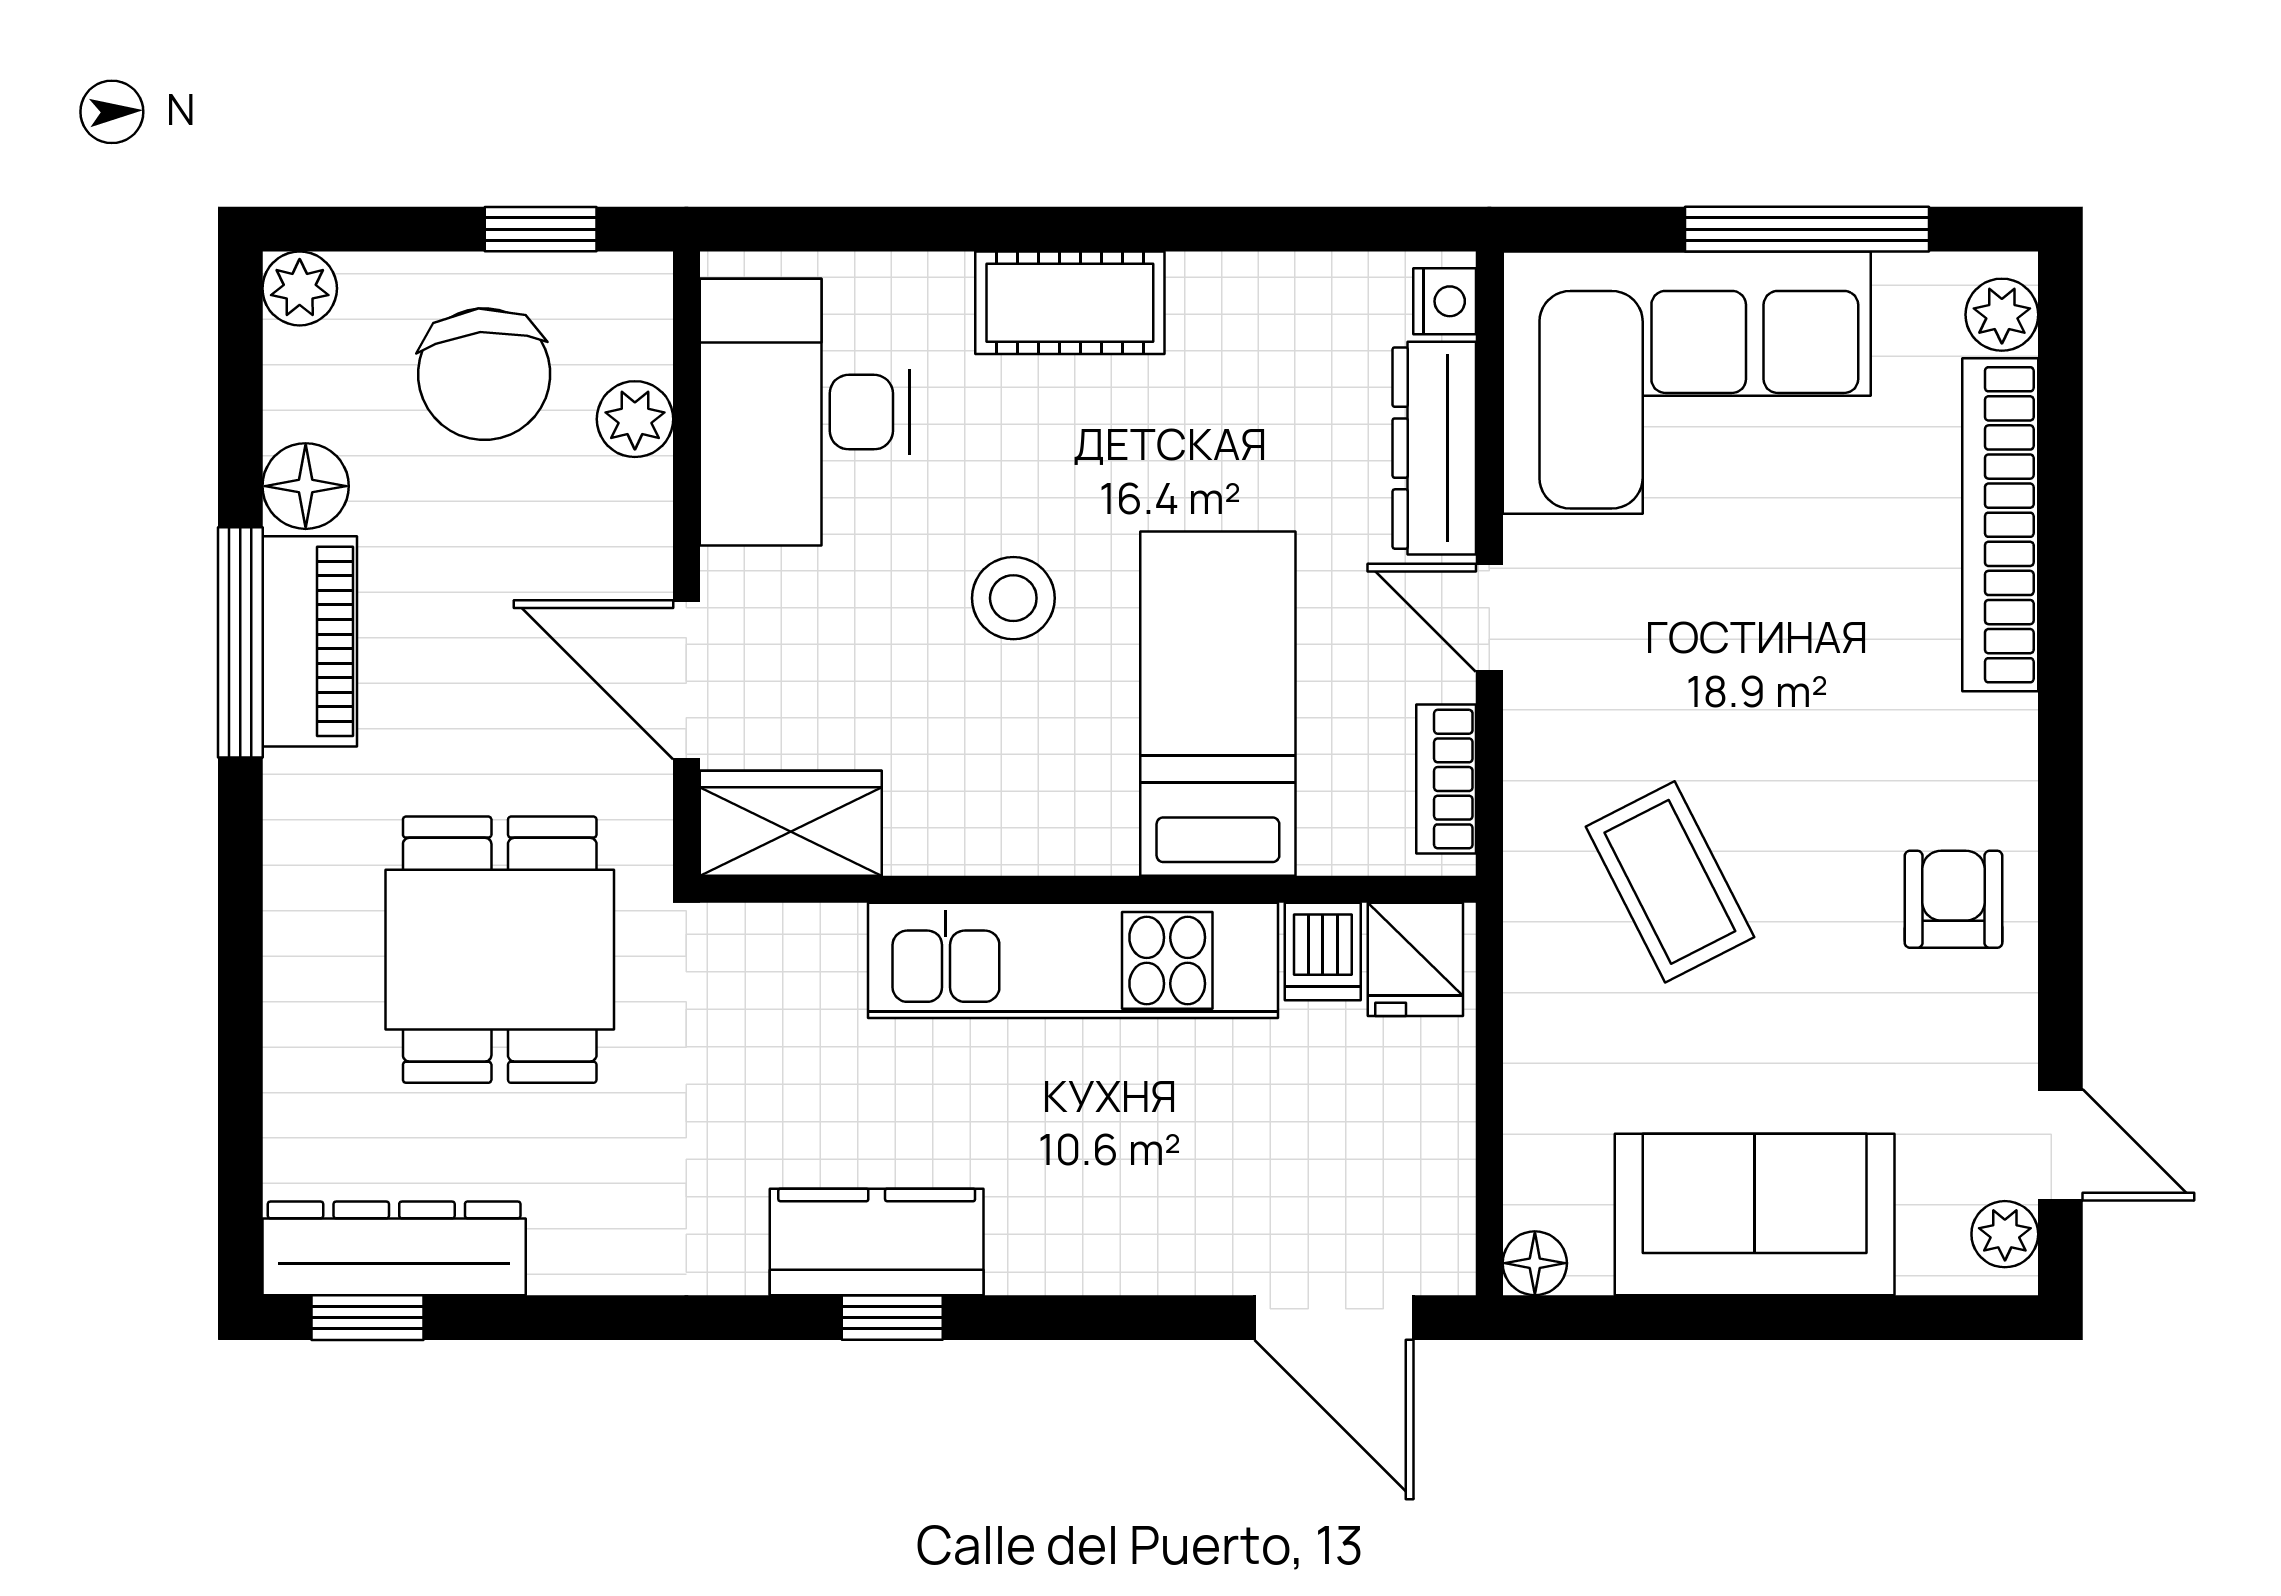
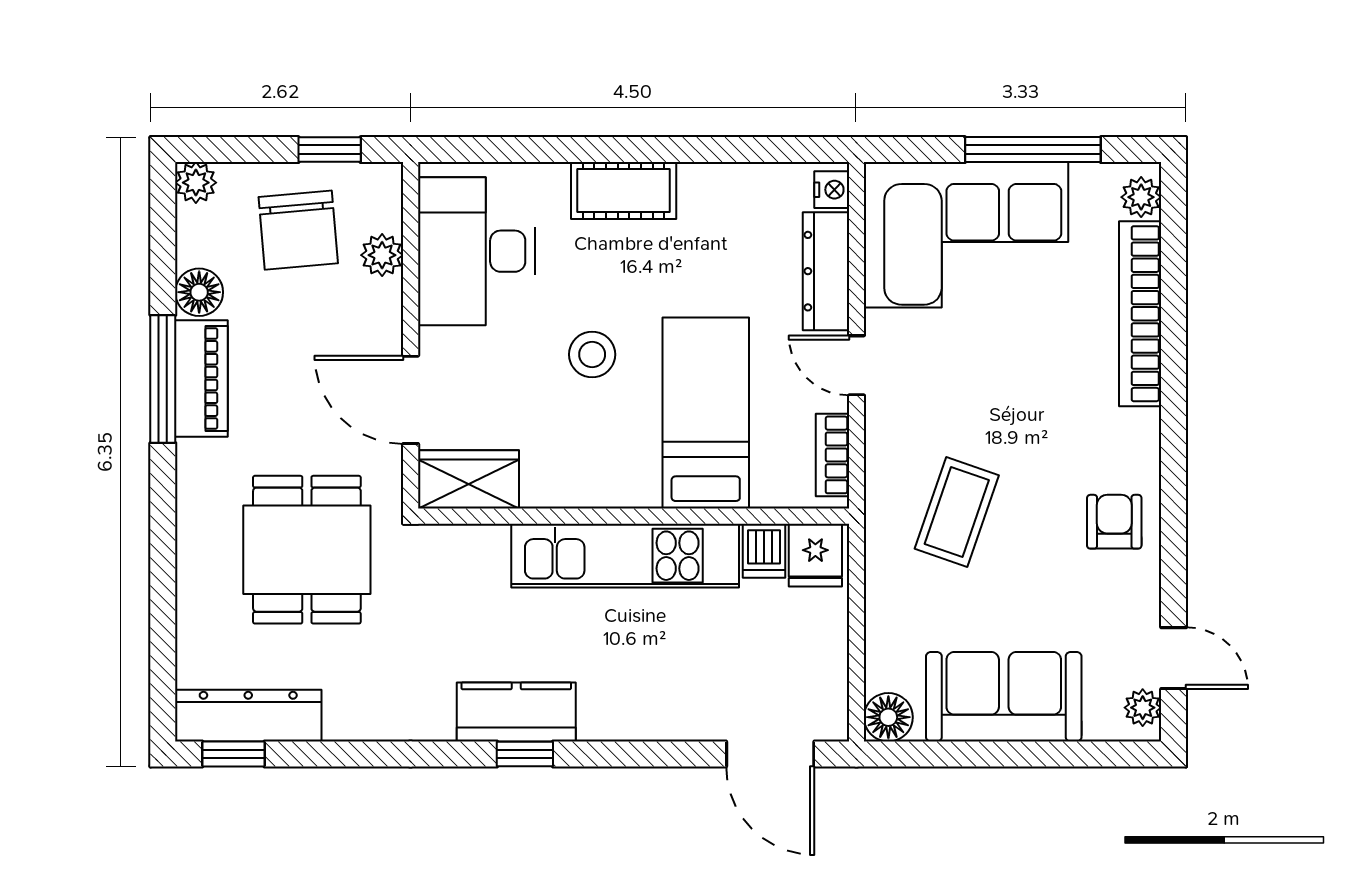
coffee table: (1670, 882) -> (957, 512), turned 46
floor lamp: (1535, 1263) -> (888, 717), width x1.37, depth x1.37

